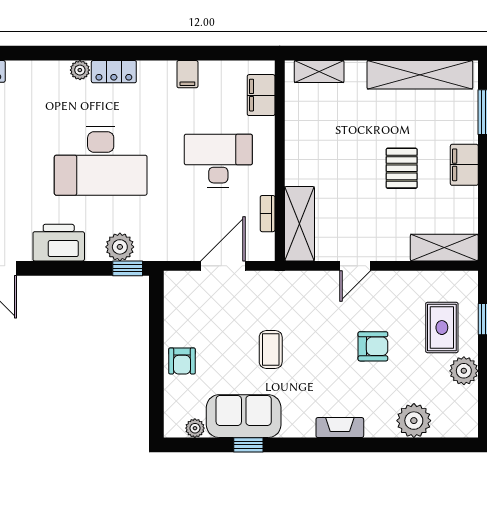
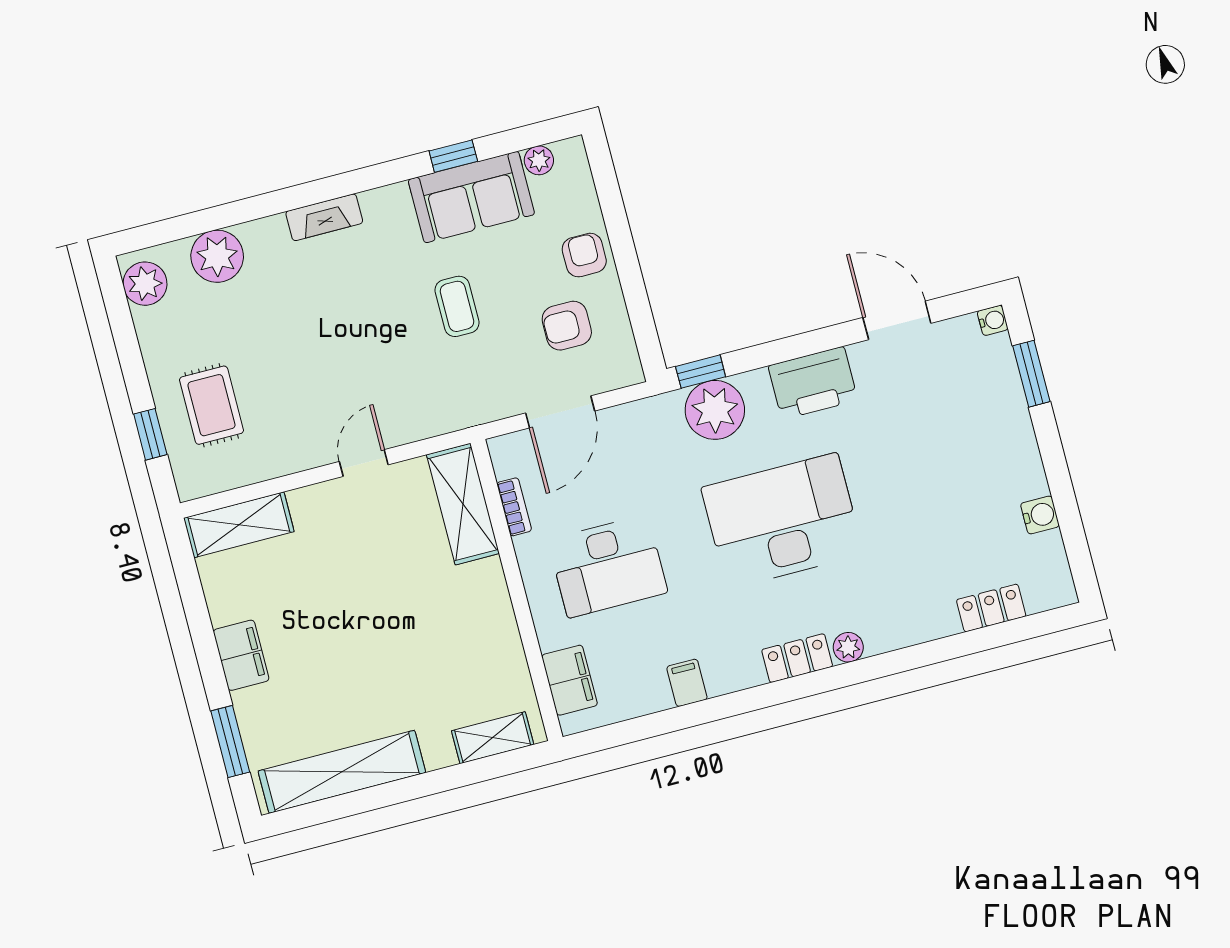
pallet: (402, 168) -> (333, 626), removed
plant: (120, 247) -> (715, 410), width x1.36, depth x1.36
armchair: (373, 346) -> (567, 326), moved
plant: (464, 371) -> (145, 284), moved

